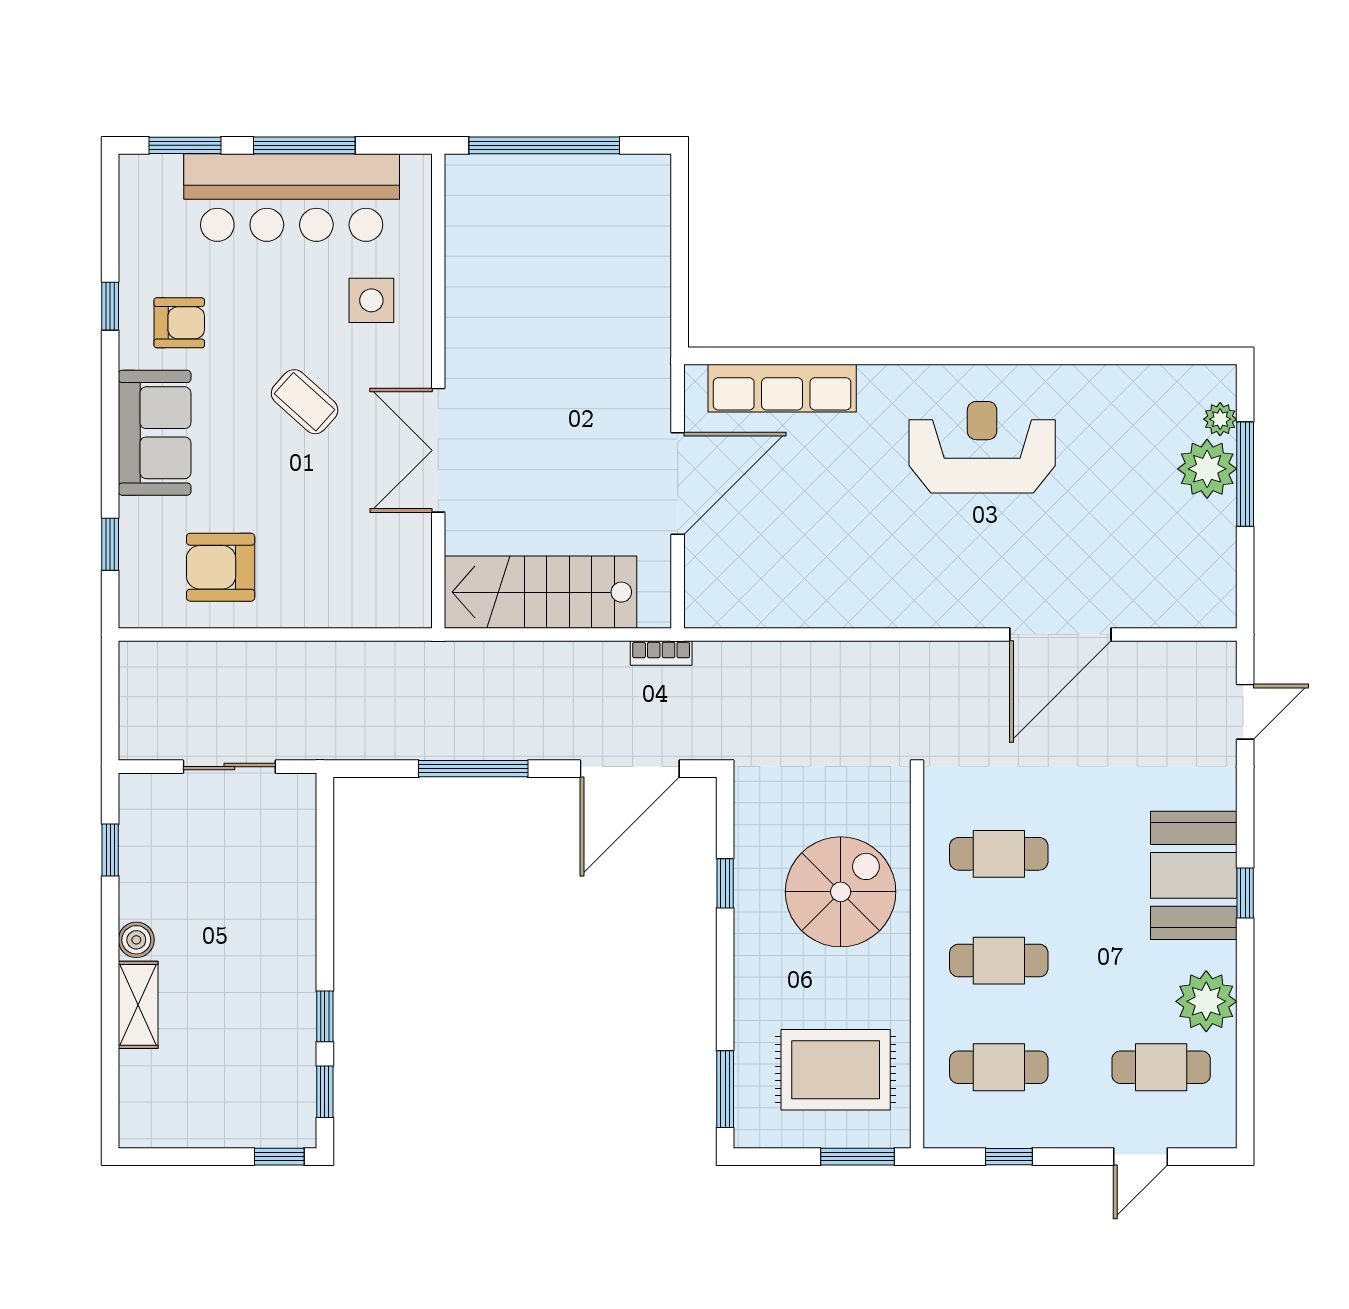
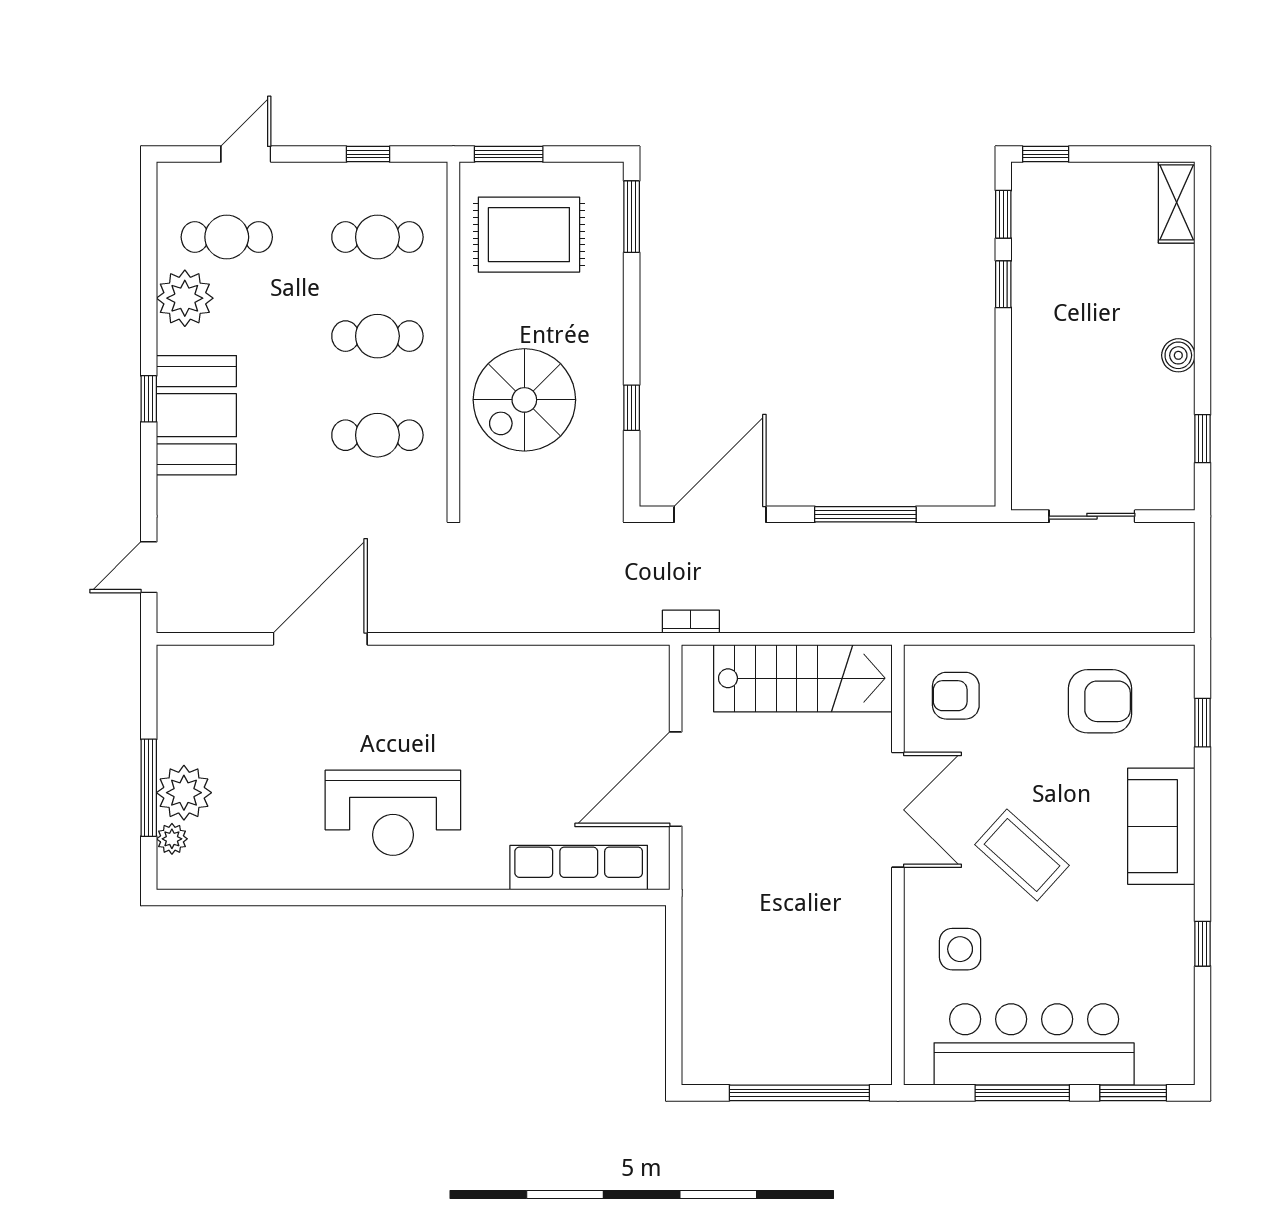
armchair: (179, 323) -> (956, 696), moved
coffee table: (305, 402) -> (1022, 855), width x1.36, depth x1.30
shelving: (138, 1005) -> (1177, 202), moved

